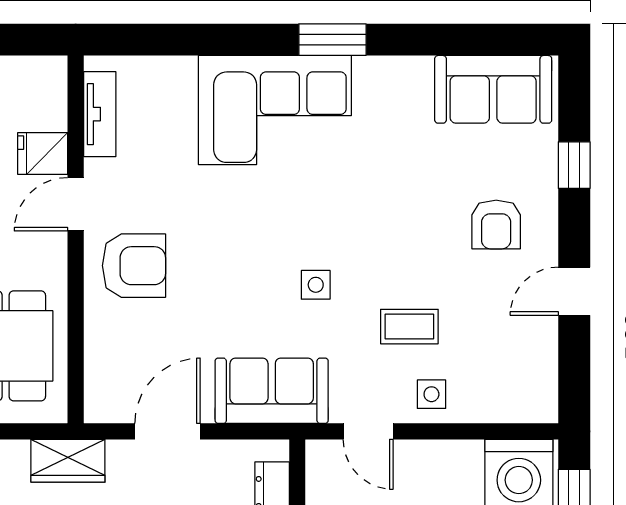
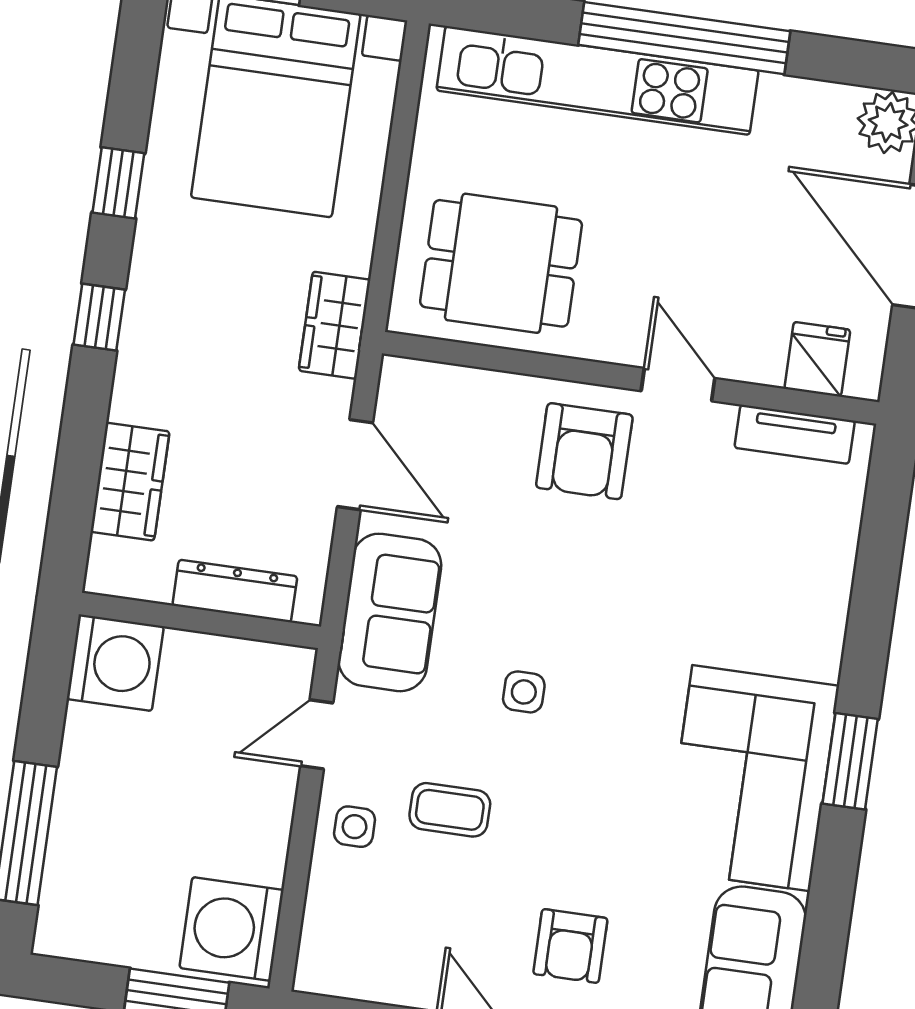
corner sofa: (275, 110) -> (751, 778), moved
fridge: (43, 154) -> (817, 359), moved
armchair: (496, 225) -> (570, 946), turned -90
coffee table: (409, 327) -> (450, 810), turned 90

